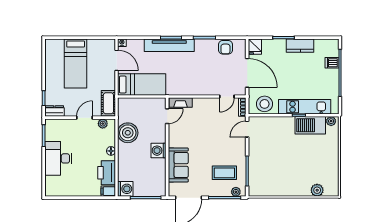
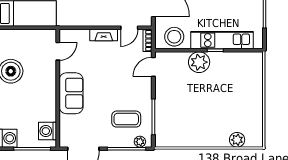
fireplace: (181, 103) -> (104, 35), moved
plant: (331, 121) -> (199, 62), moved, width x1.87, depth x1.87
barbecue: (310, 125) -> (229, 62), removed
washing machine: (159, 151) -> (48, 131), moved
sofa: (178, 165) -> (71, 93), moved

